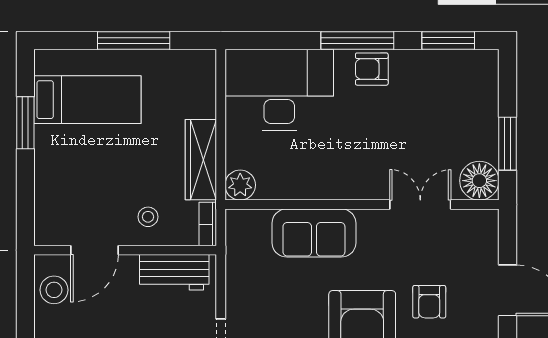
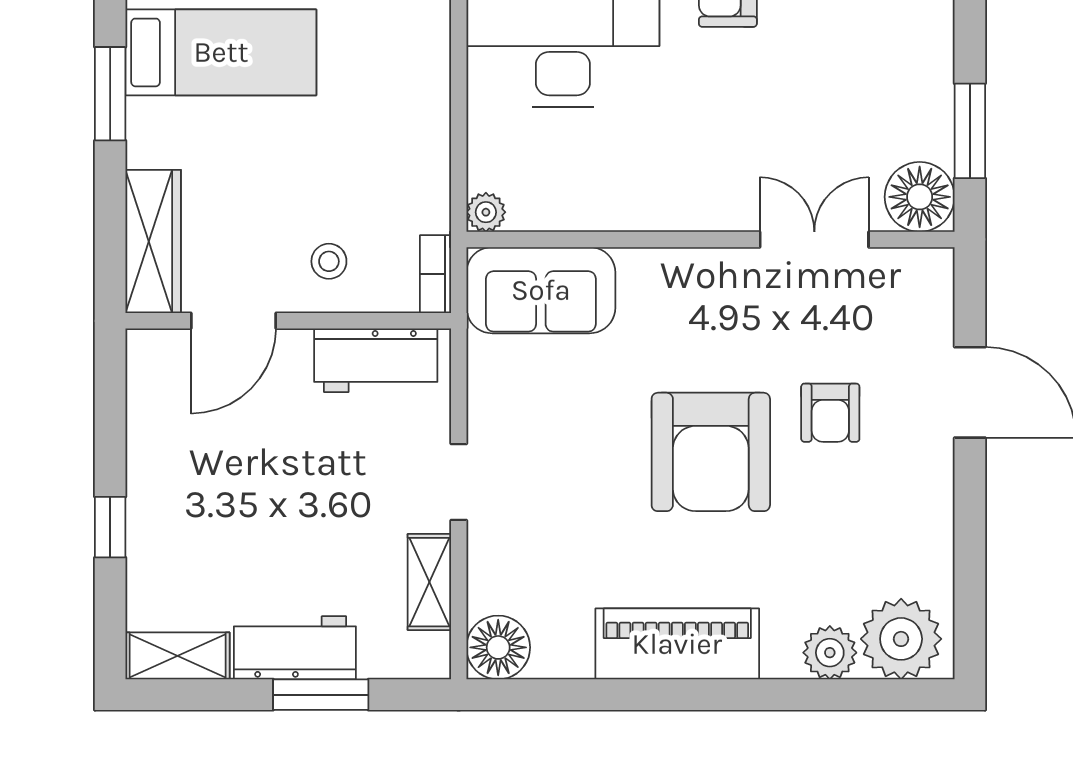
wardrobe: (201, 160) -> (153, 241), moved, turned 180
plant: (240, 185) -> (486, 212), width x0.73, depth x0.73
sofa: (314, 233) -> (541, 290), moved
stool: (54, 290) -> (161, 392), removed

